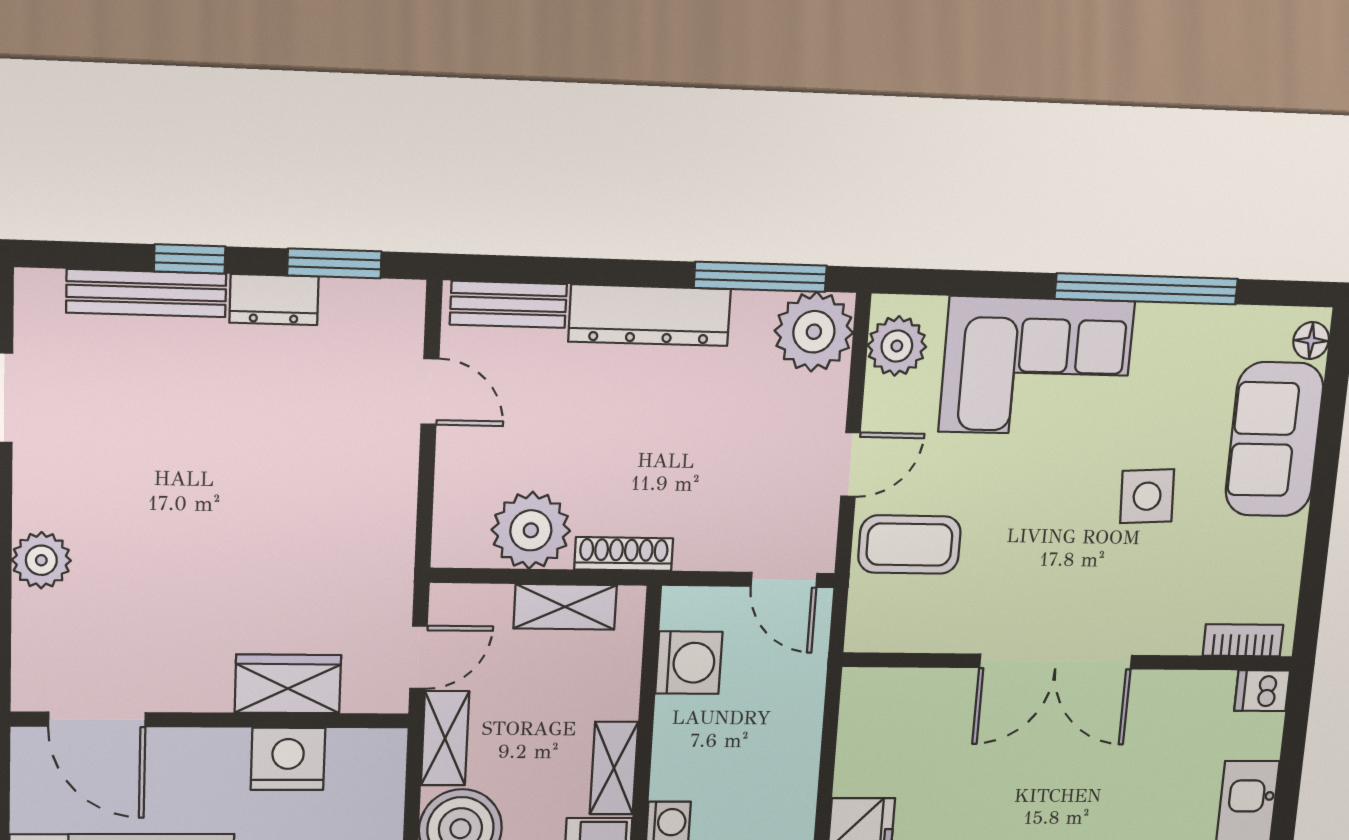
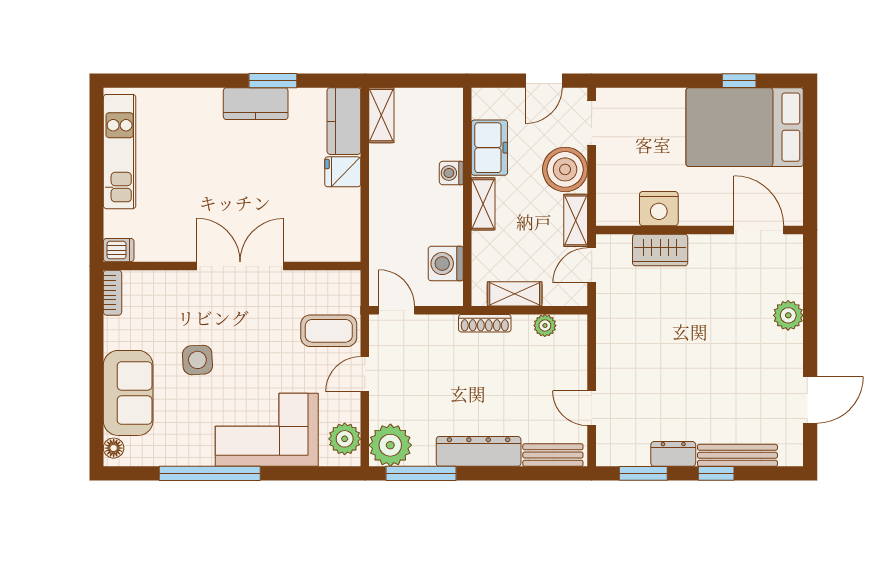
plant: (531, 530) -> (545, 326), width x0.53, depth x0.53
bookcase: (1243, 640) -> (113, 293), moved, turned -90

